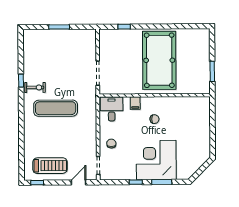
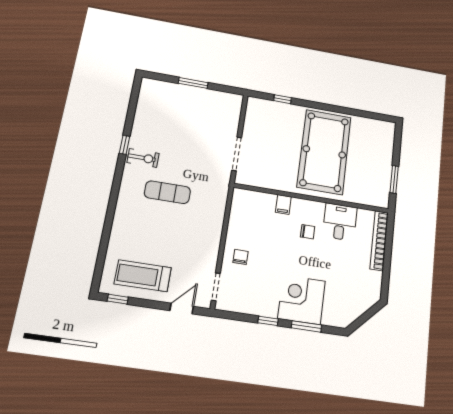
exercise mat: (56, 108) -> (167, 192), width x0.73, depth x0.69
desk: (112, 109) -> (340, 222), moved
bookcase: (206, 117) -> (379, 241), added
corner desk: (156, 160) -> (302, 300), width x0.74, depth x0.74
treadmill: (50, 166) -> (143, 276), turned 180

